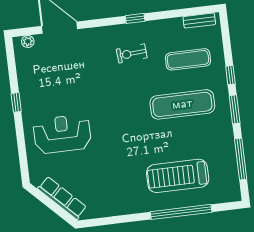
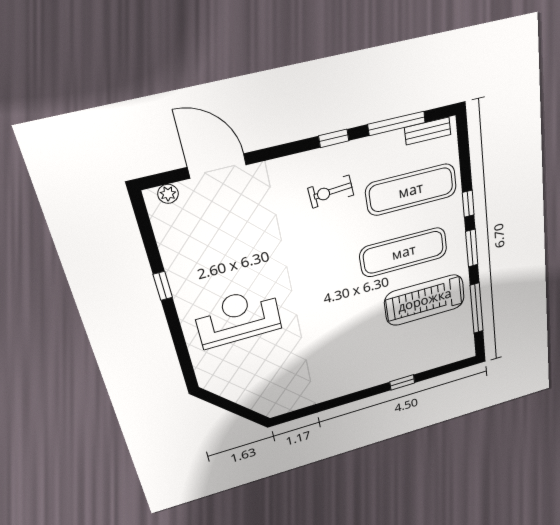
window: (178, 13) -> (397, 123), added
exercise mat: (188, 59) -> (411, 190), width x1.36, depth x1.45
treadmill: (178, 176) -> (425, 300), moved
row of seats: (62, 198) -> (246, 396), removed
window: (181, 212) -> (402, 382), width x0.32

